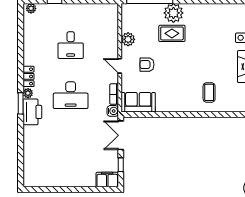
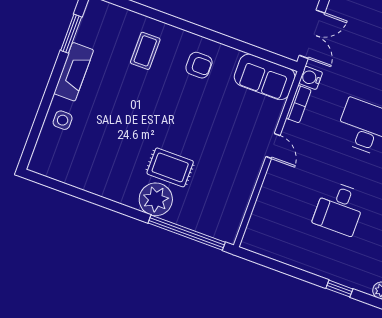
plant: (128, 39) -> (244, 184), removed
desk: (71, 45) -> (339, 208), turned 180
armchair: (147, 65) -> (199, 65), moved

